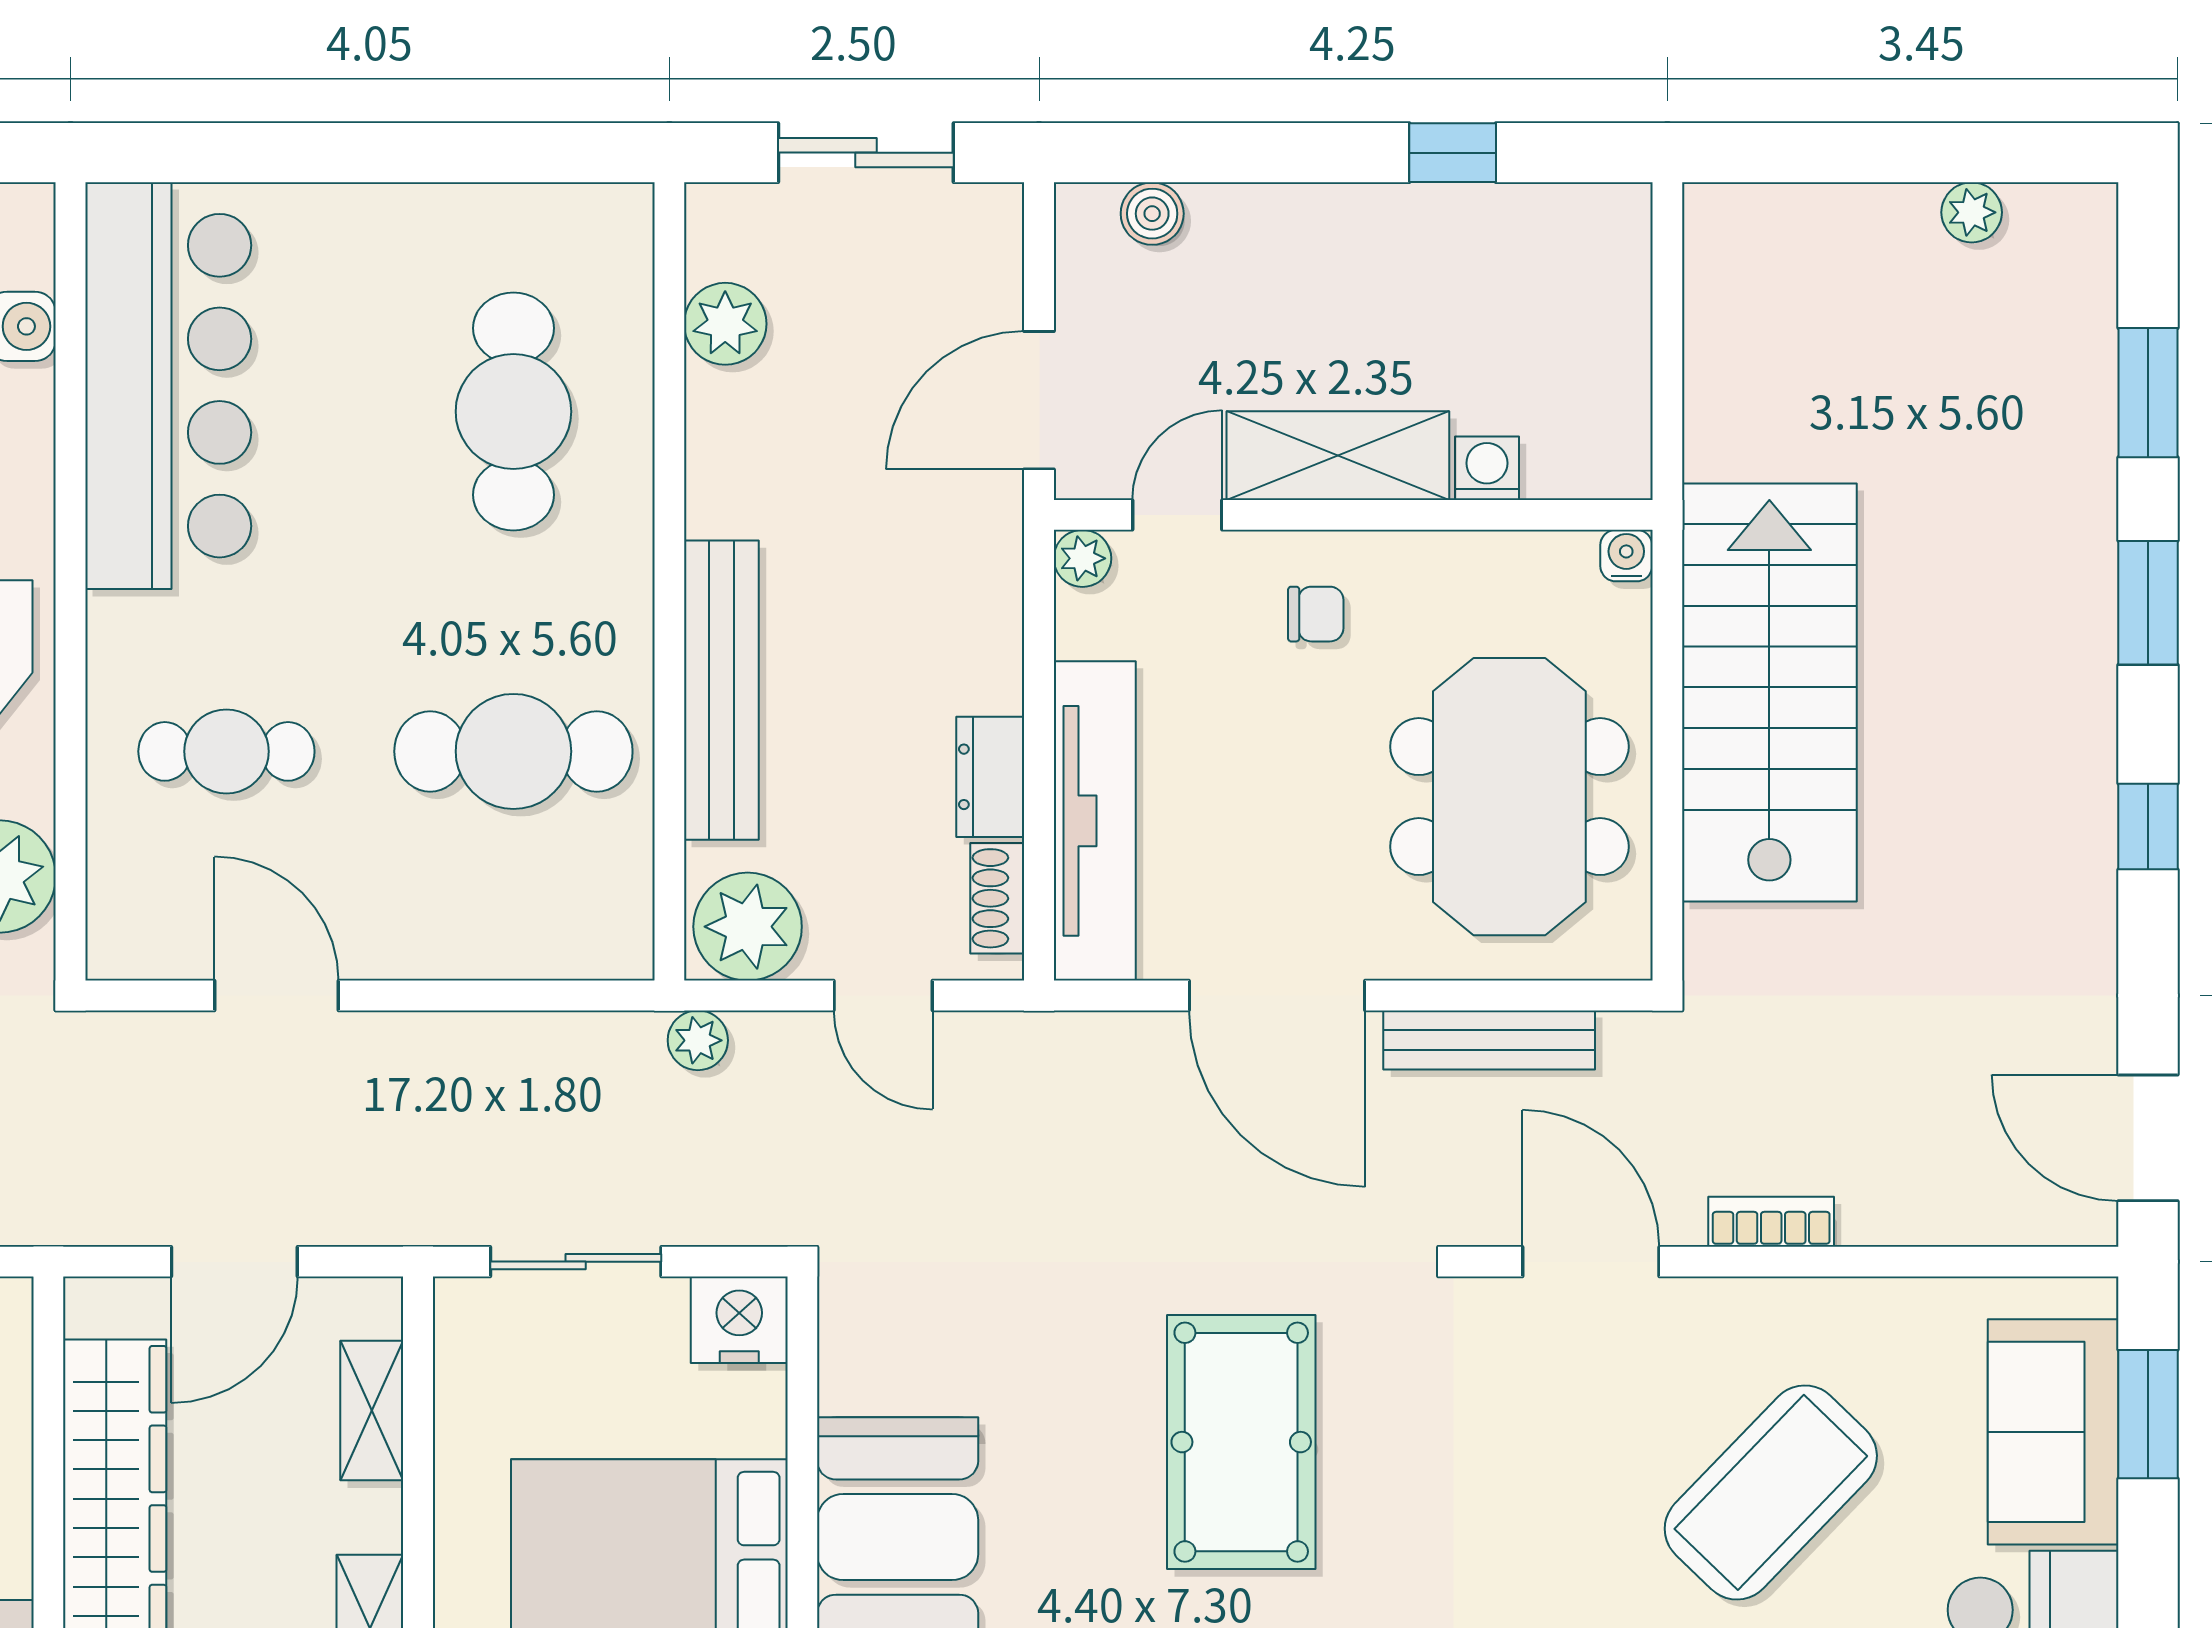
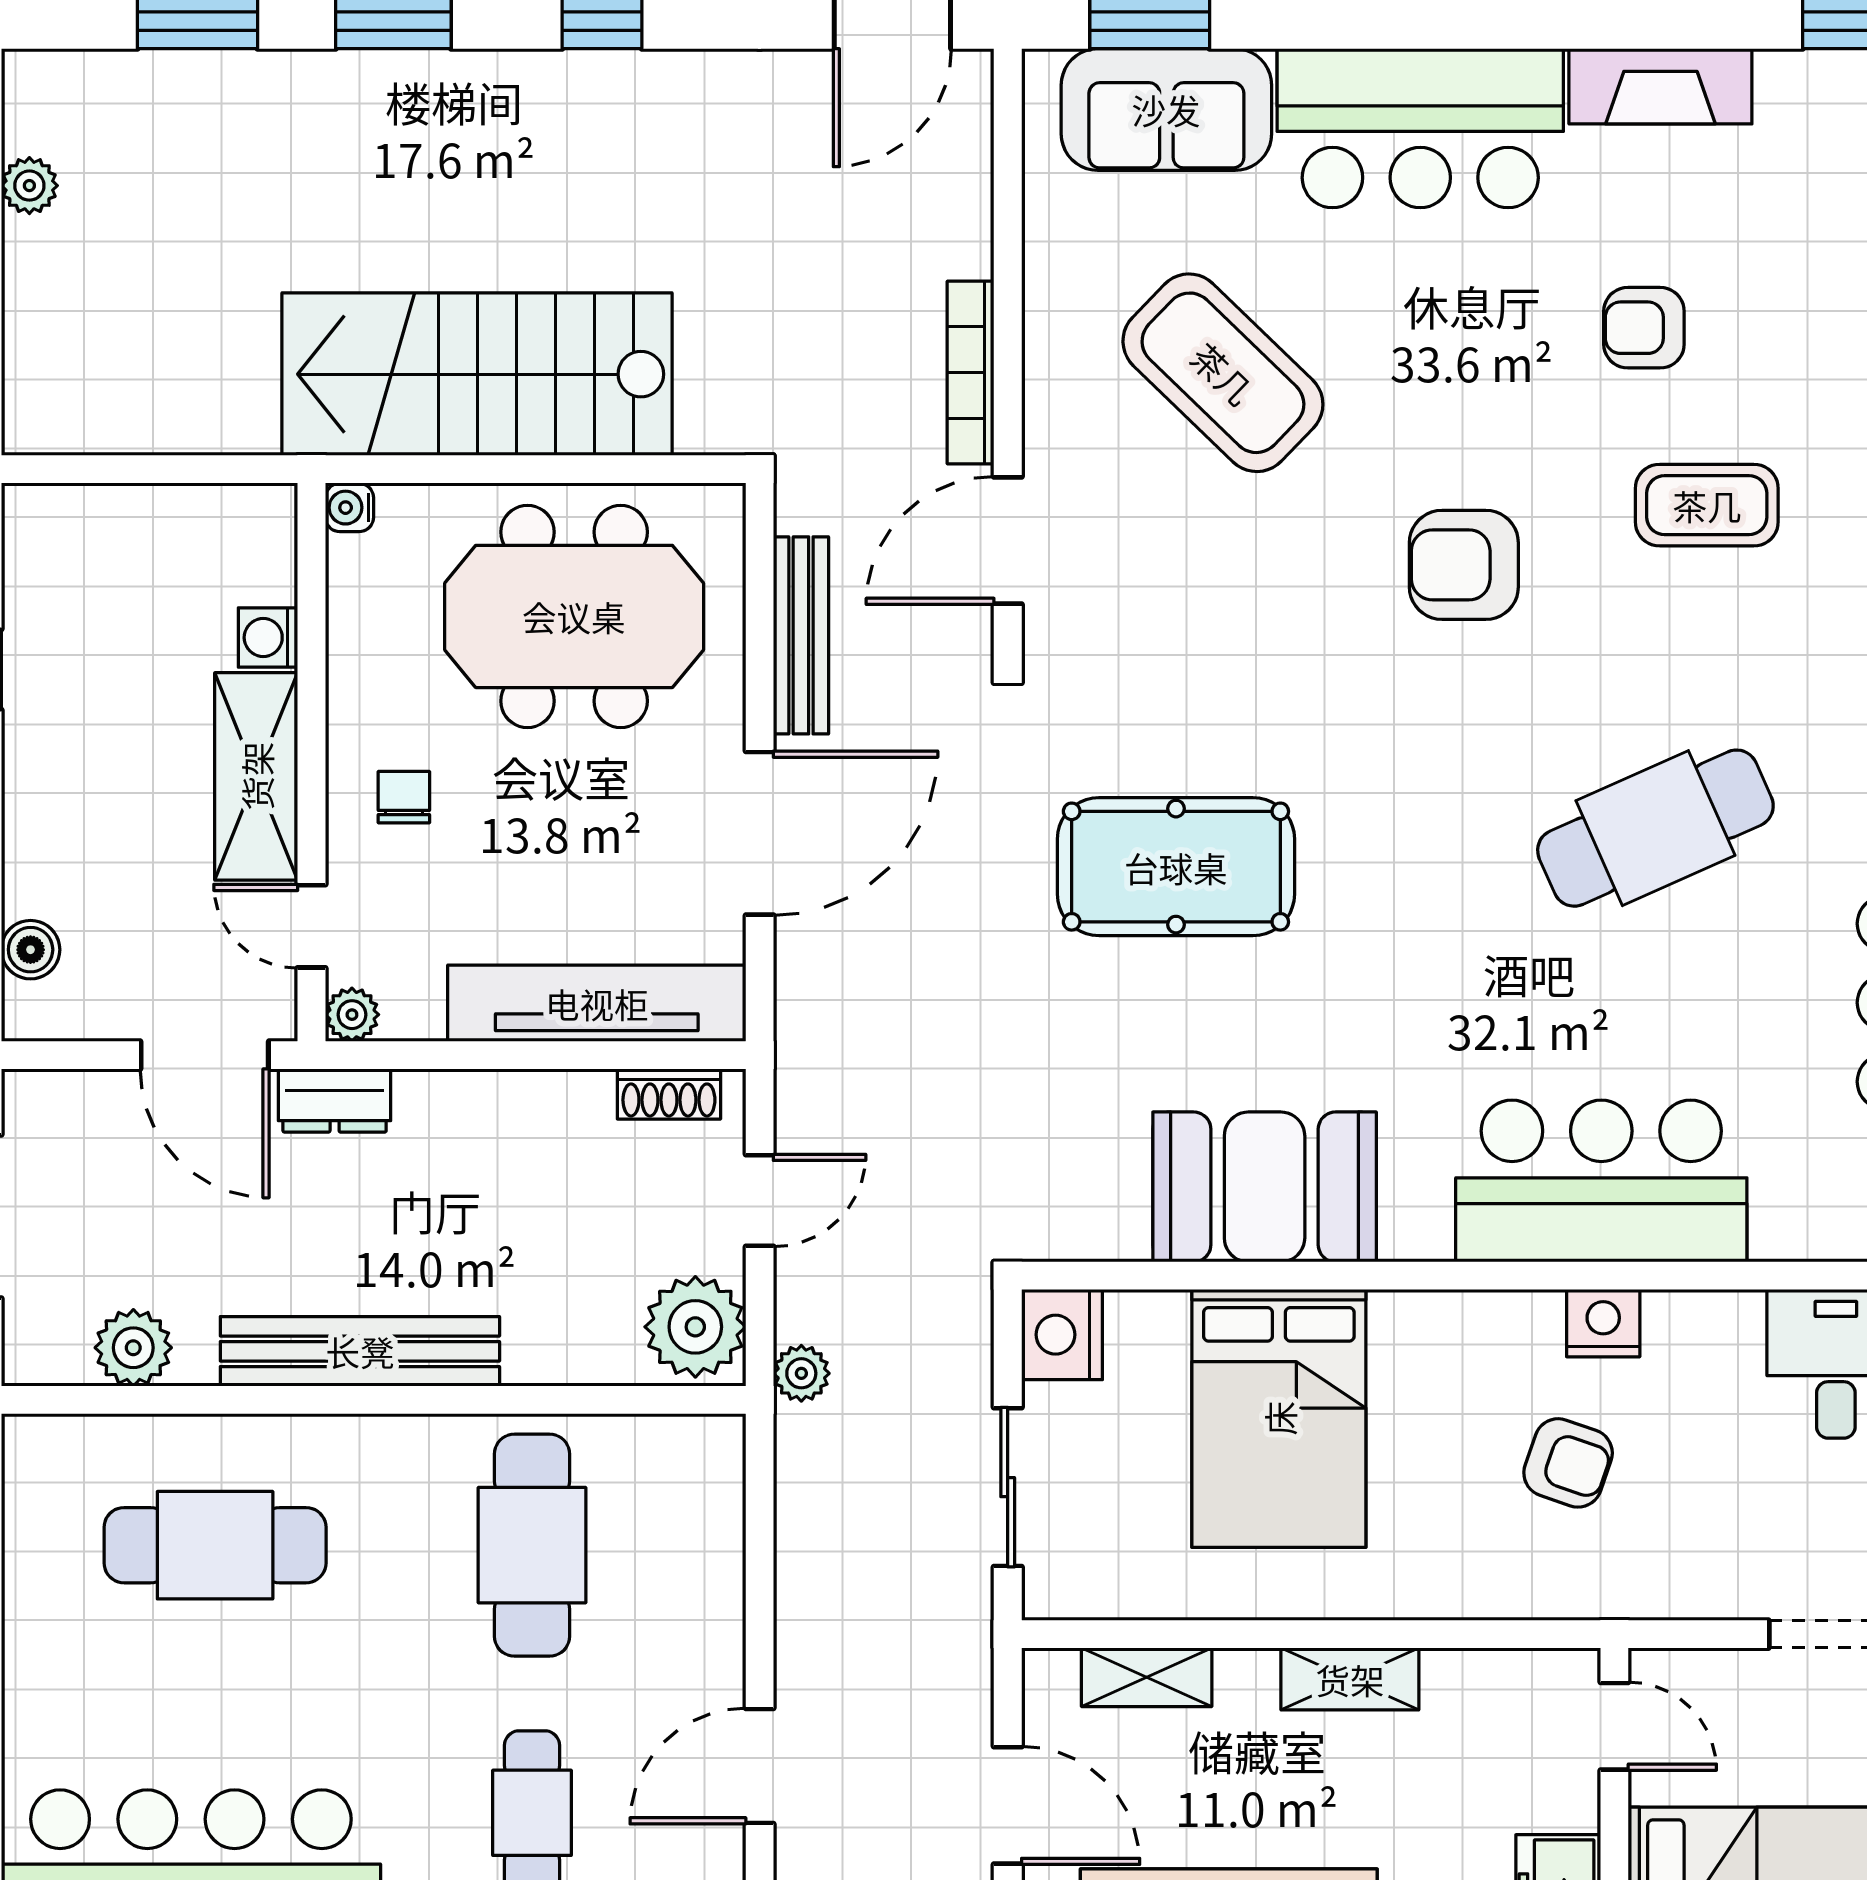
bench: (721, 690) -> (360, 1351), moved
dresser: (990, 777) -> (335, 1101), moved
bookcase: (1771, 1222) -> (971, 372), width x1.56

